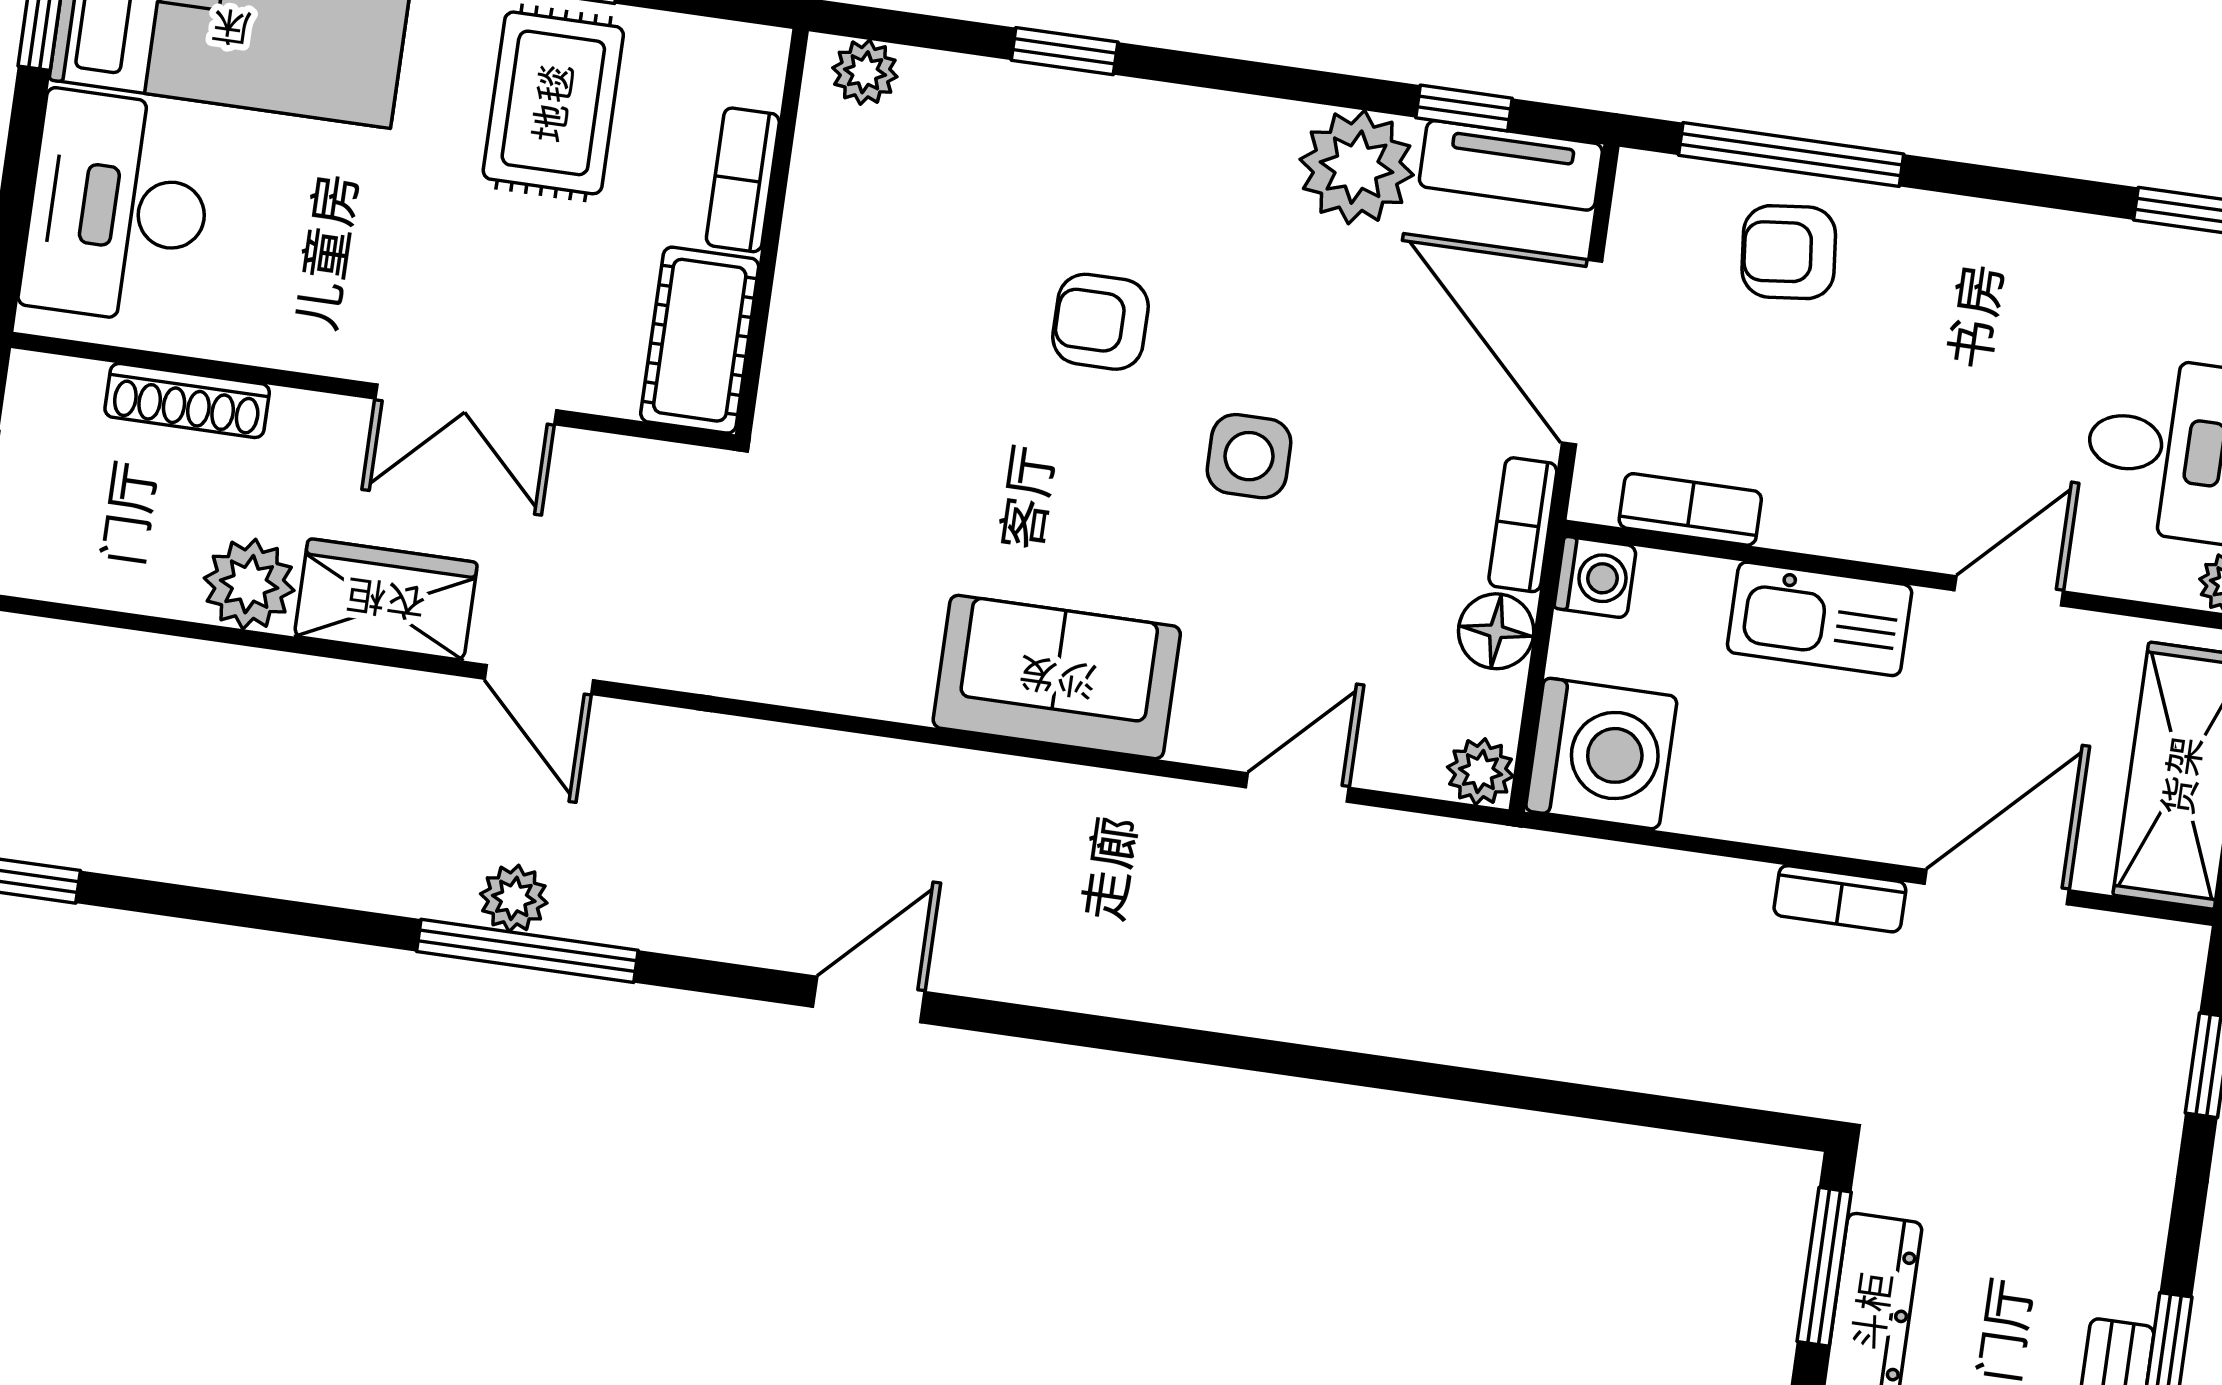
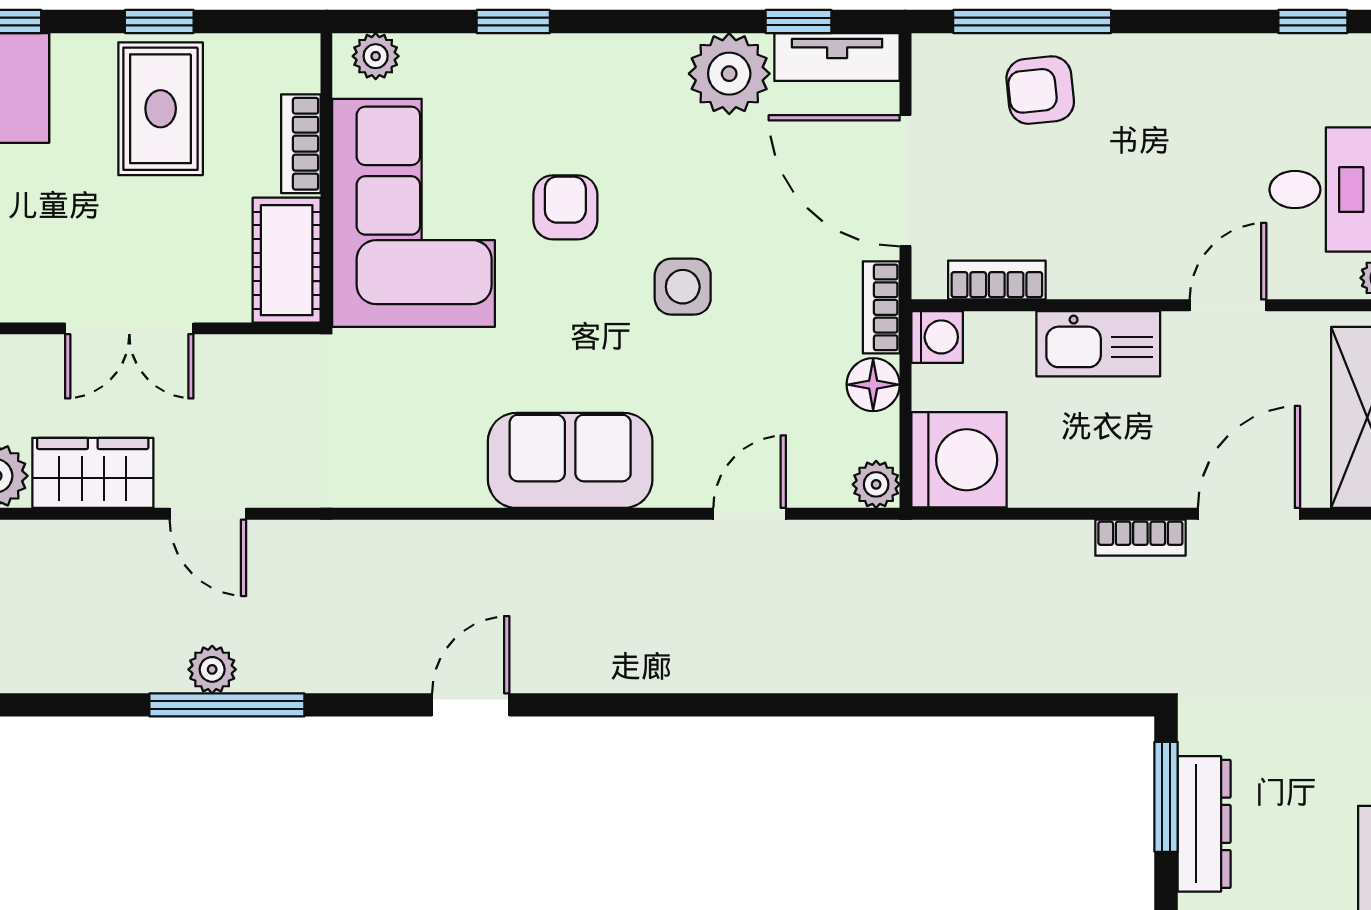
corner sofa: (887, 299) -> (414, 213), added
armchair: (1101, 322) -> (565, 207), turned 90

